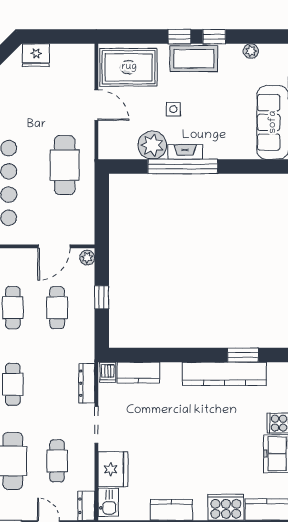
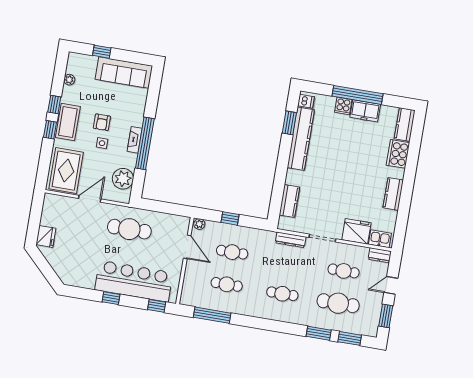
armchair: (201, 104) -> (102, 122), added
plant: (152, 145) -> (123, 179), moved
dishwasher: (108, 372) -> (306, 101), moved

